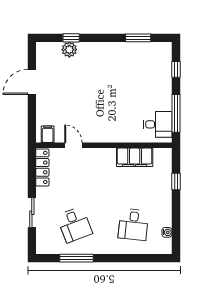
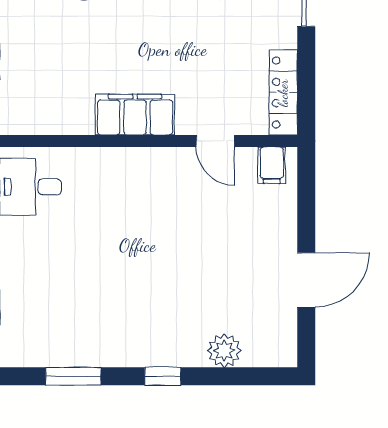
window: (71, 38) -> (163, 376), moved
filing cabinet: (135, 157) -> (135, 115), moved

